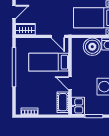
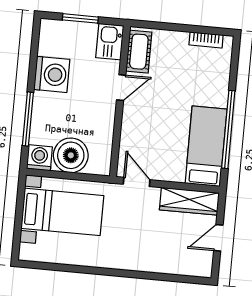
wardrobe: (25, 29) -> (189, 201), width x1.50
bed: (49, 62) -> (206, 146), moved, turned -90
door: (70, 83) -> (121, 88), hinge flipped

